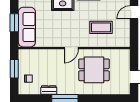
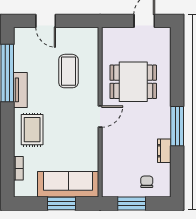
door: (71, 48) -> (100, 116), hinge flipped
dining table: (94, 70) -> (133, 82), turned 90

